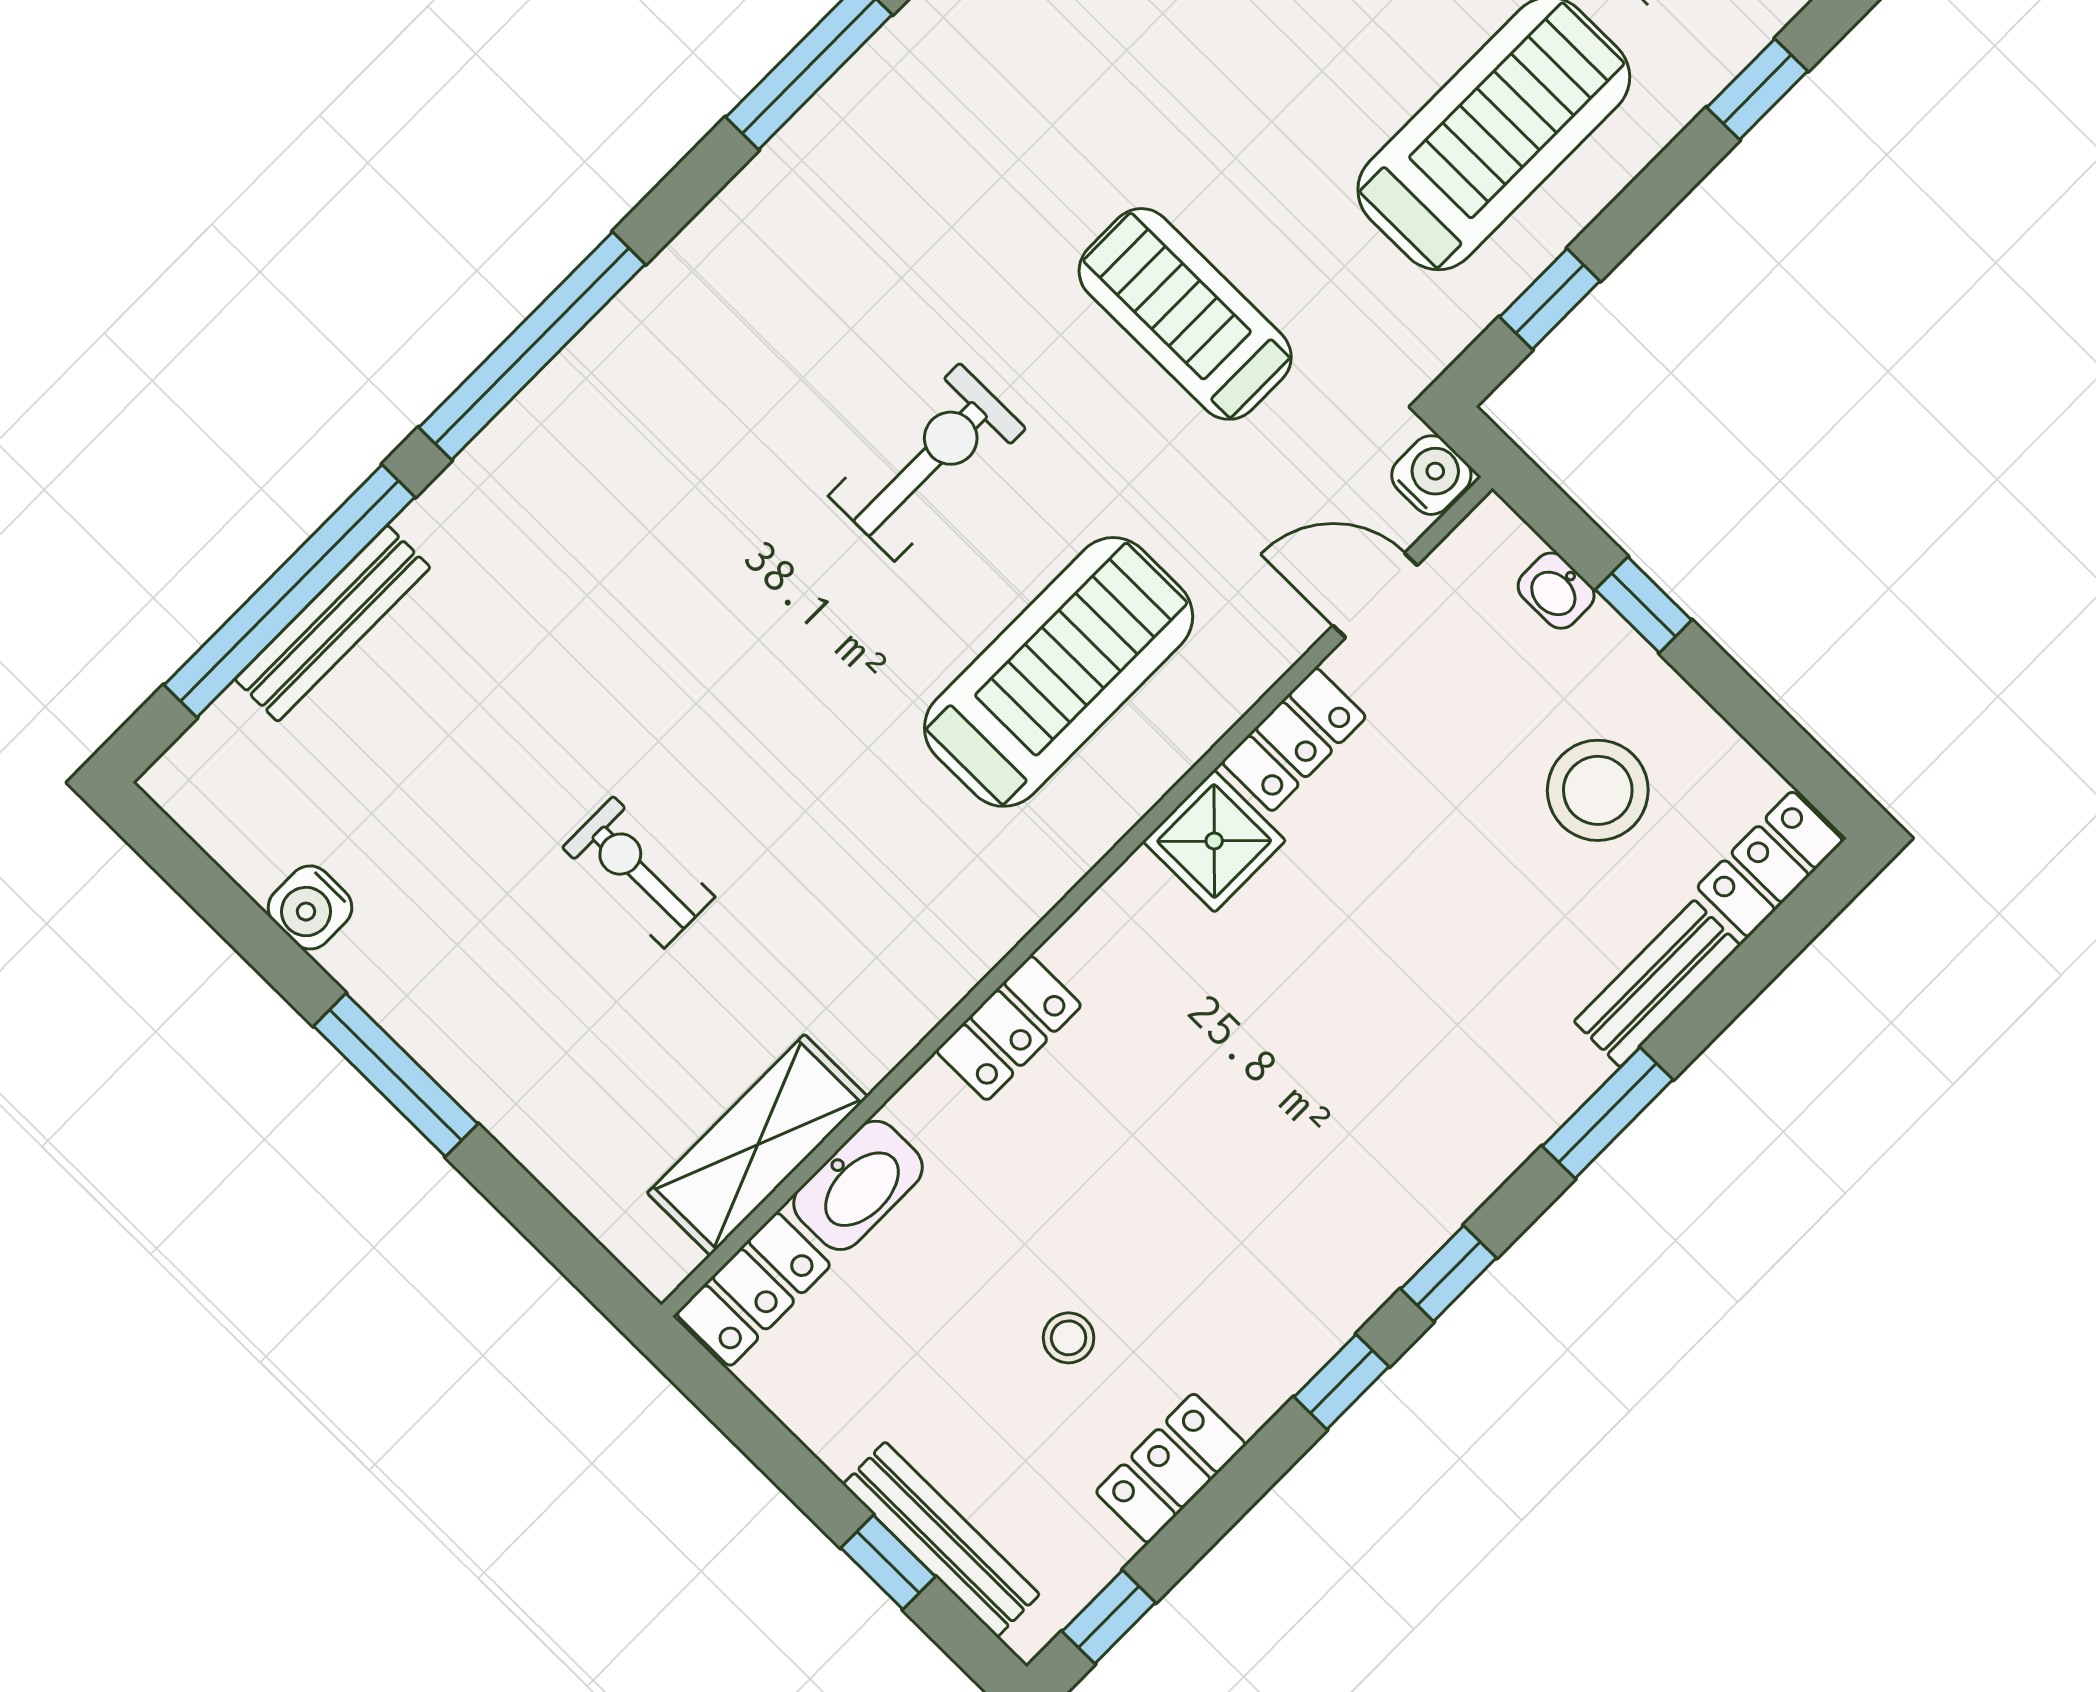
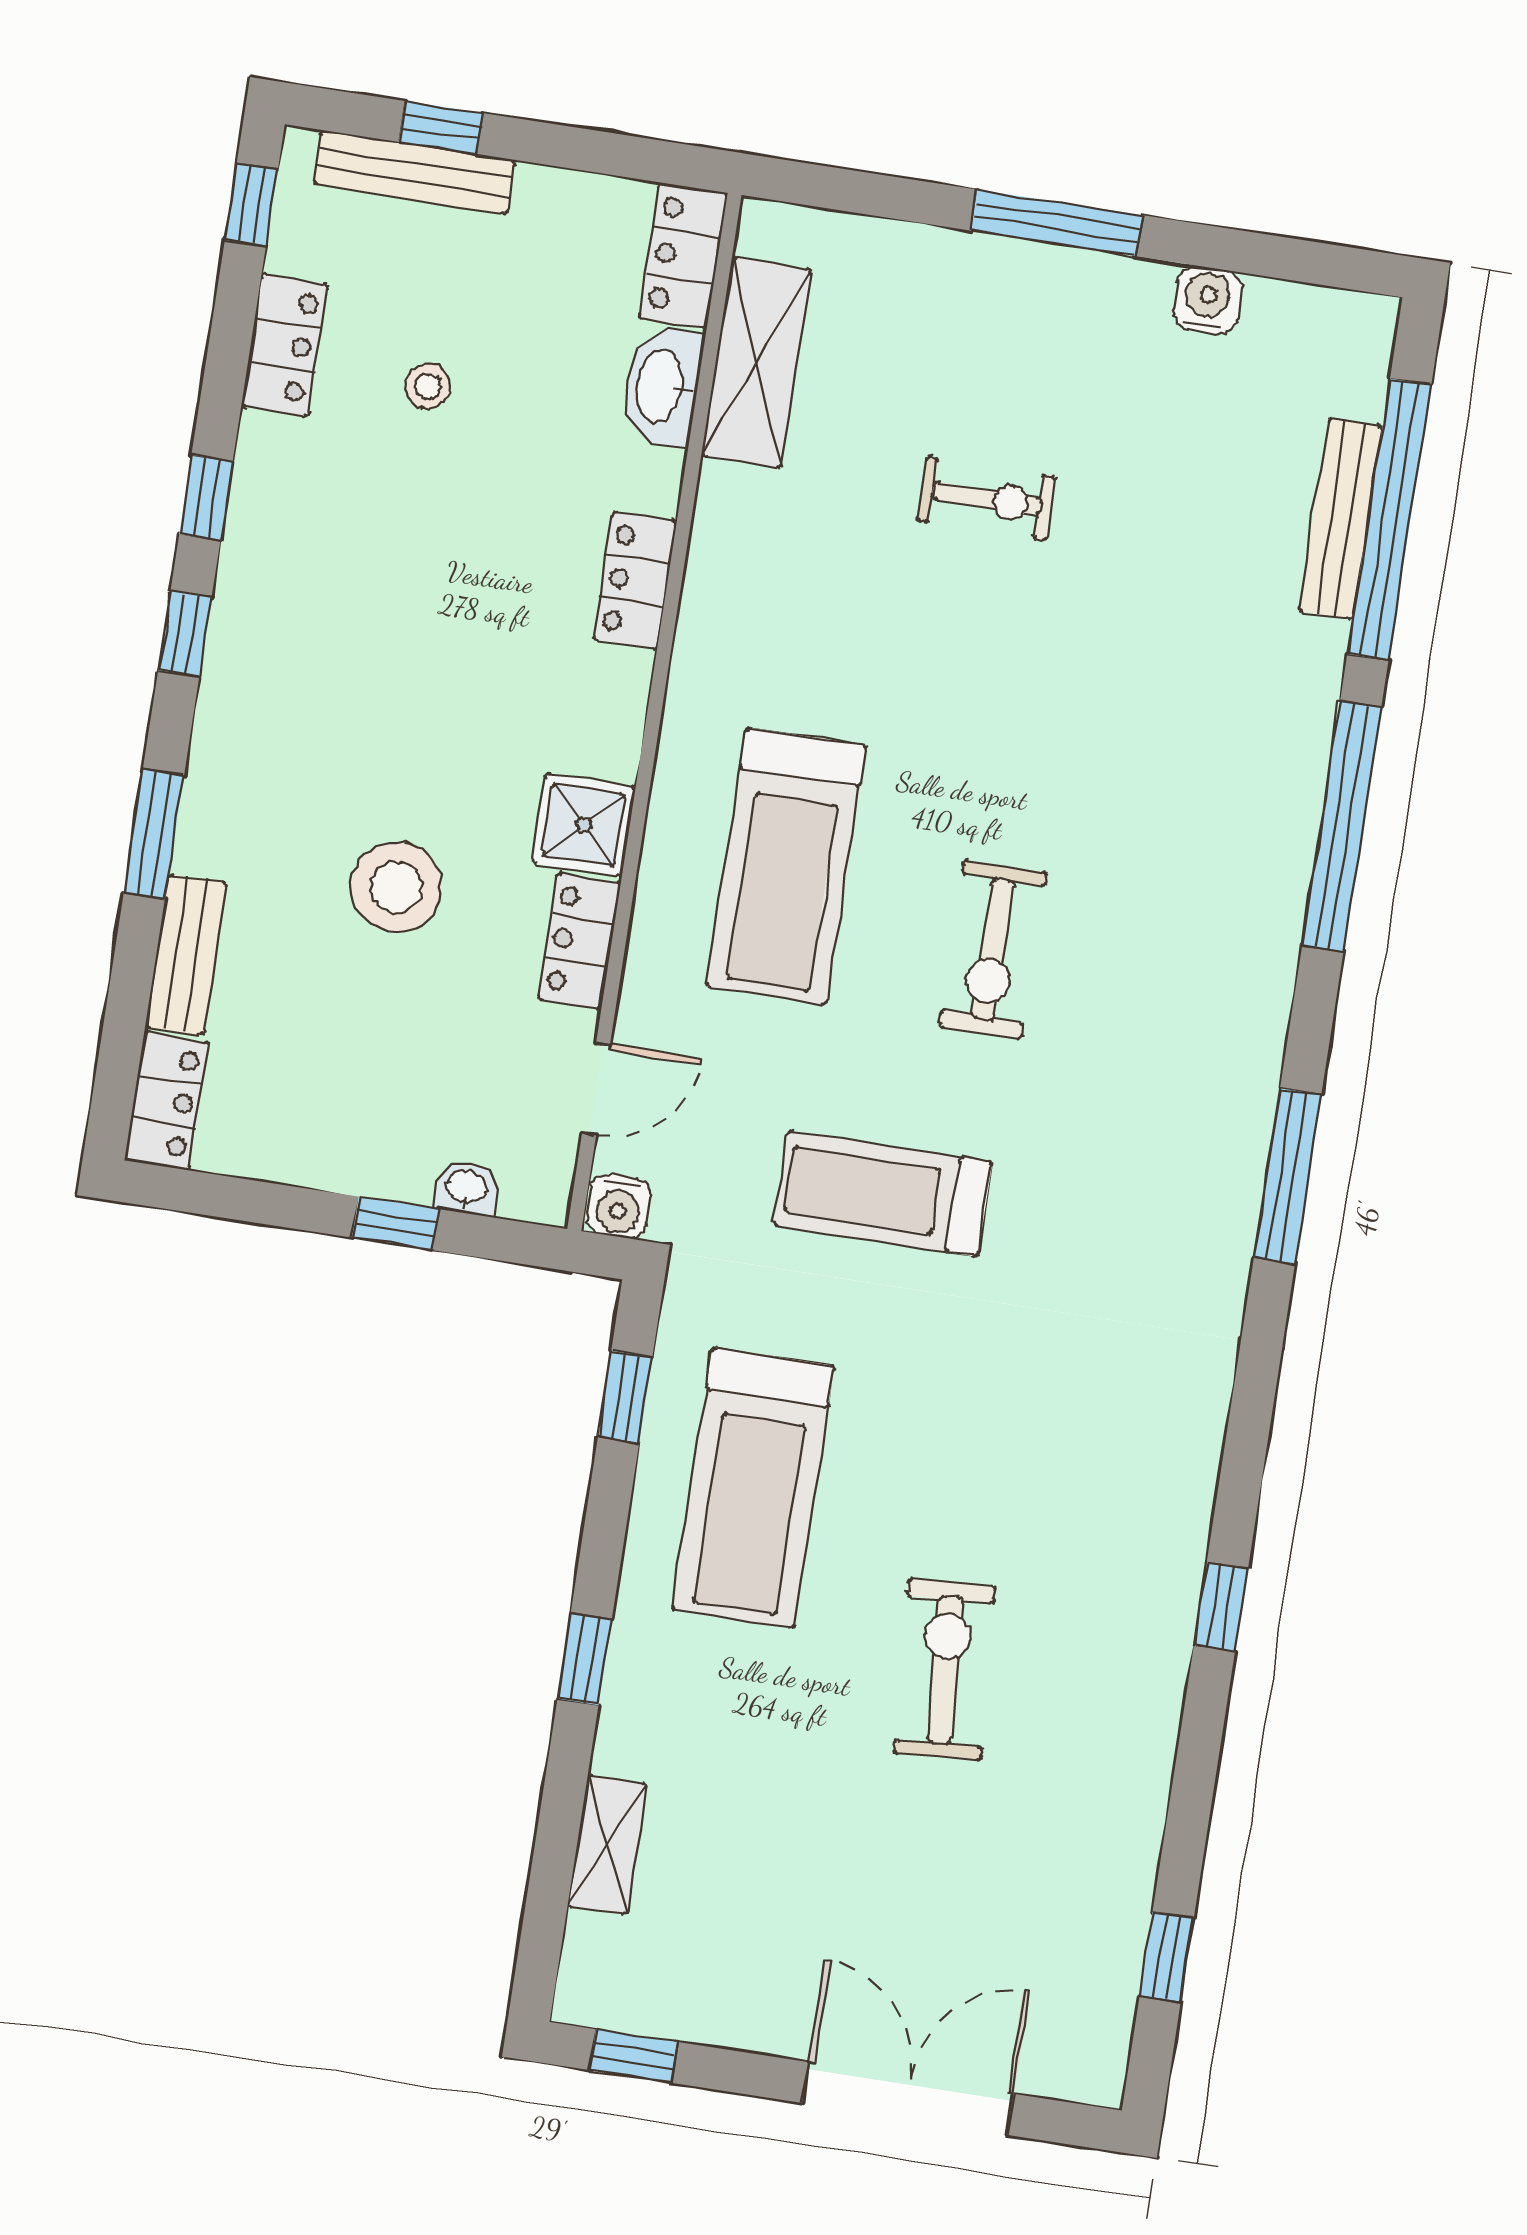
treadmill: (1185, 314) -> (883, 1194), turned 180
stool: (1598, 790) -> (396, 887), moved

